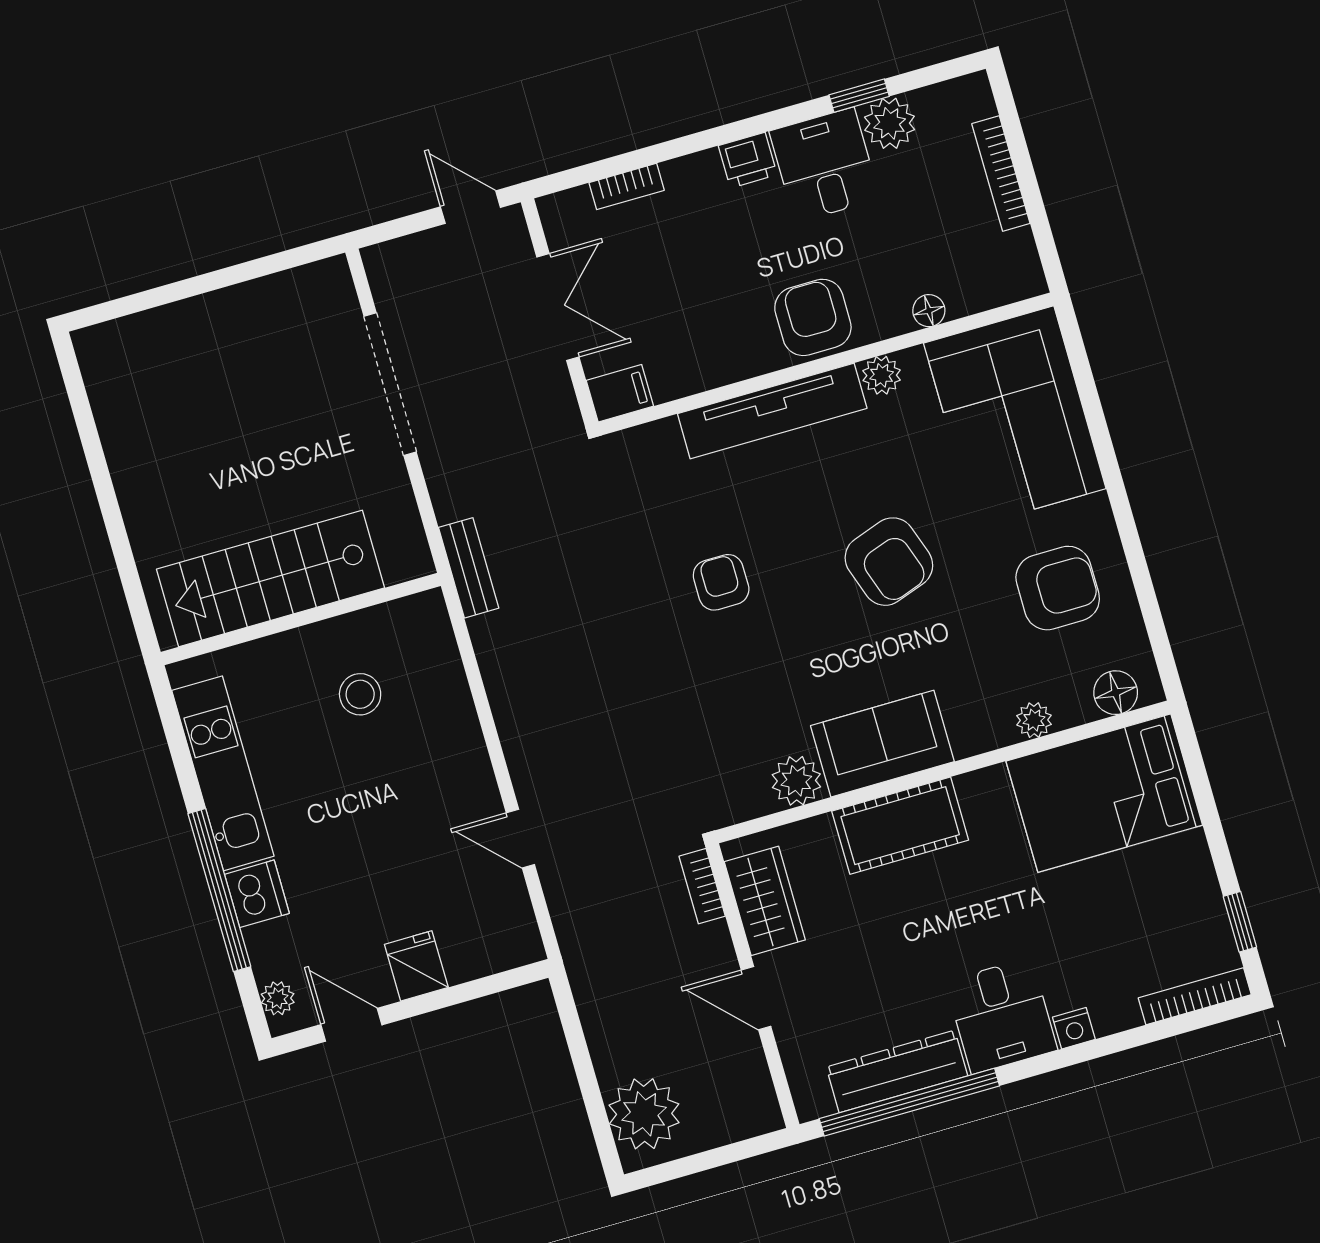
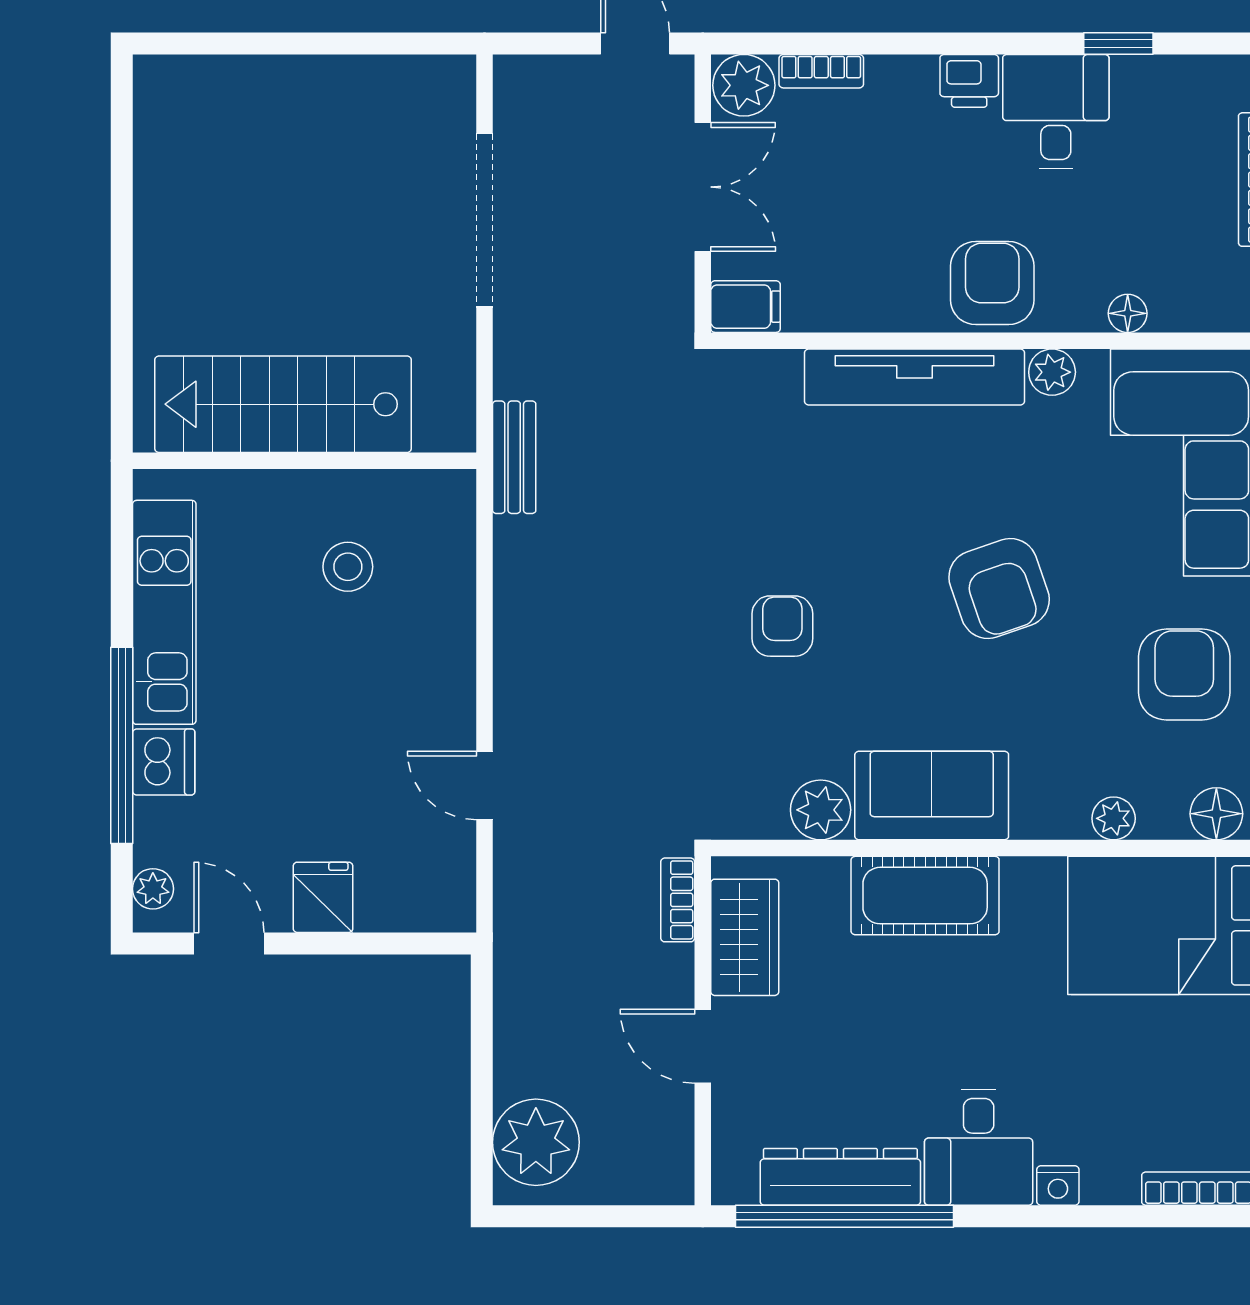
plant: (890, 123) -> (744, 85), moved
armchair: (721, 582) -> (782, 626), moved
armchair: (1058, 588) -> (1184, 675), turned -90

